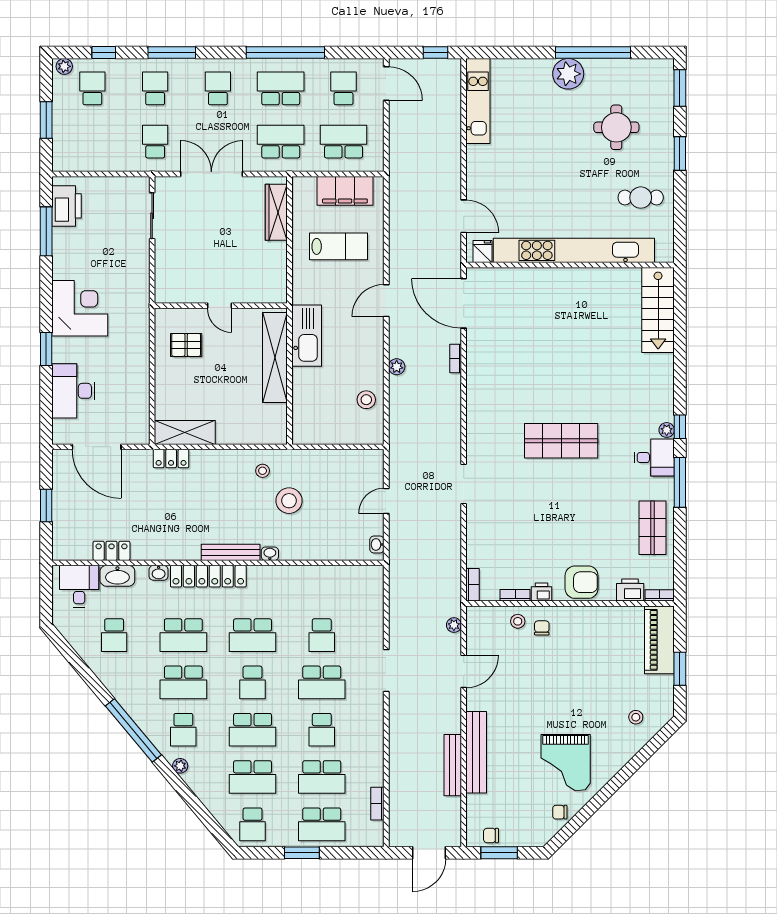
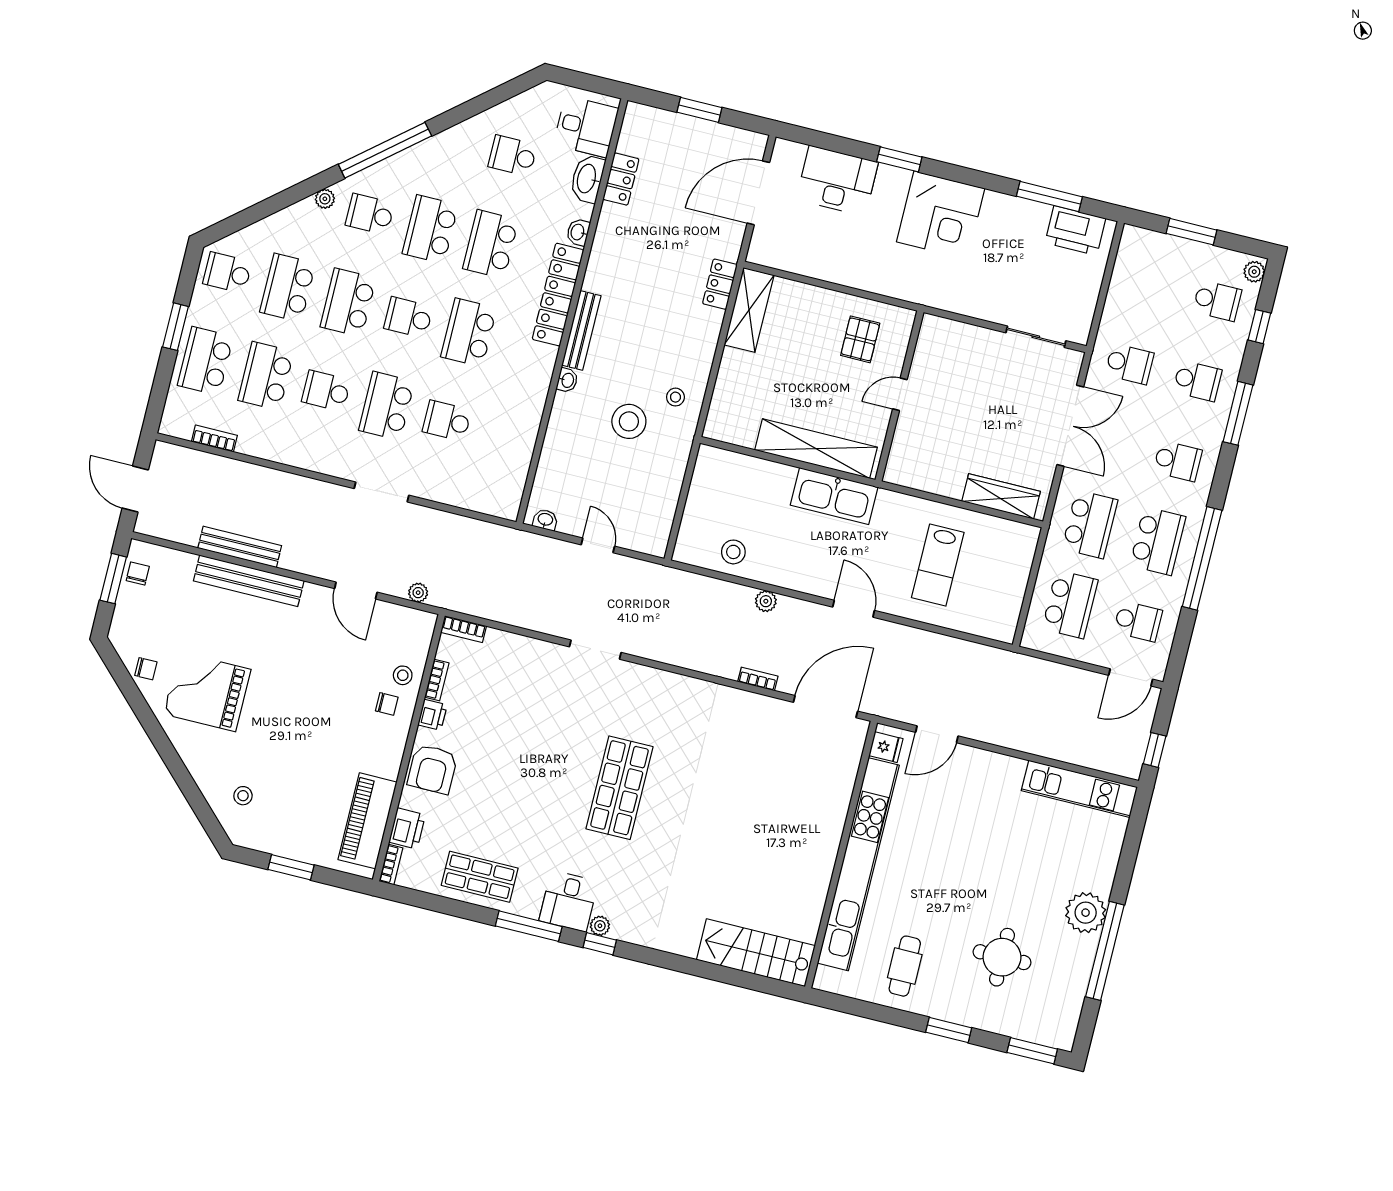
filing cabinet: (345, 191) -> (1007, 591), removed
piano: (659, 640) -> (368, 821), moved, turned -90
chair: (560, 812) -> (146, 669), turned 90

